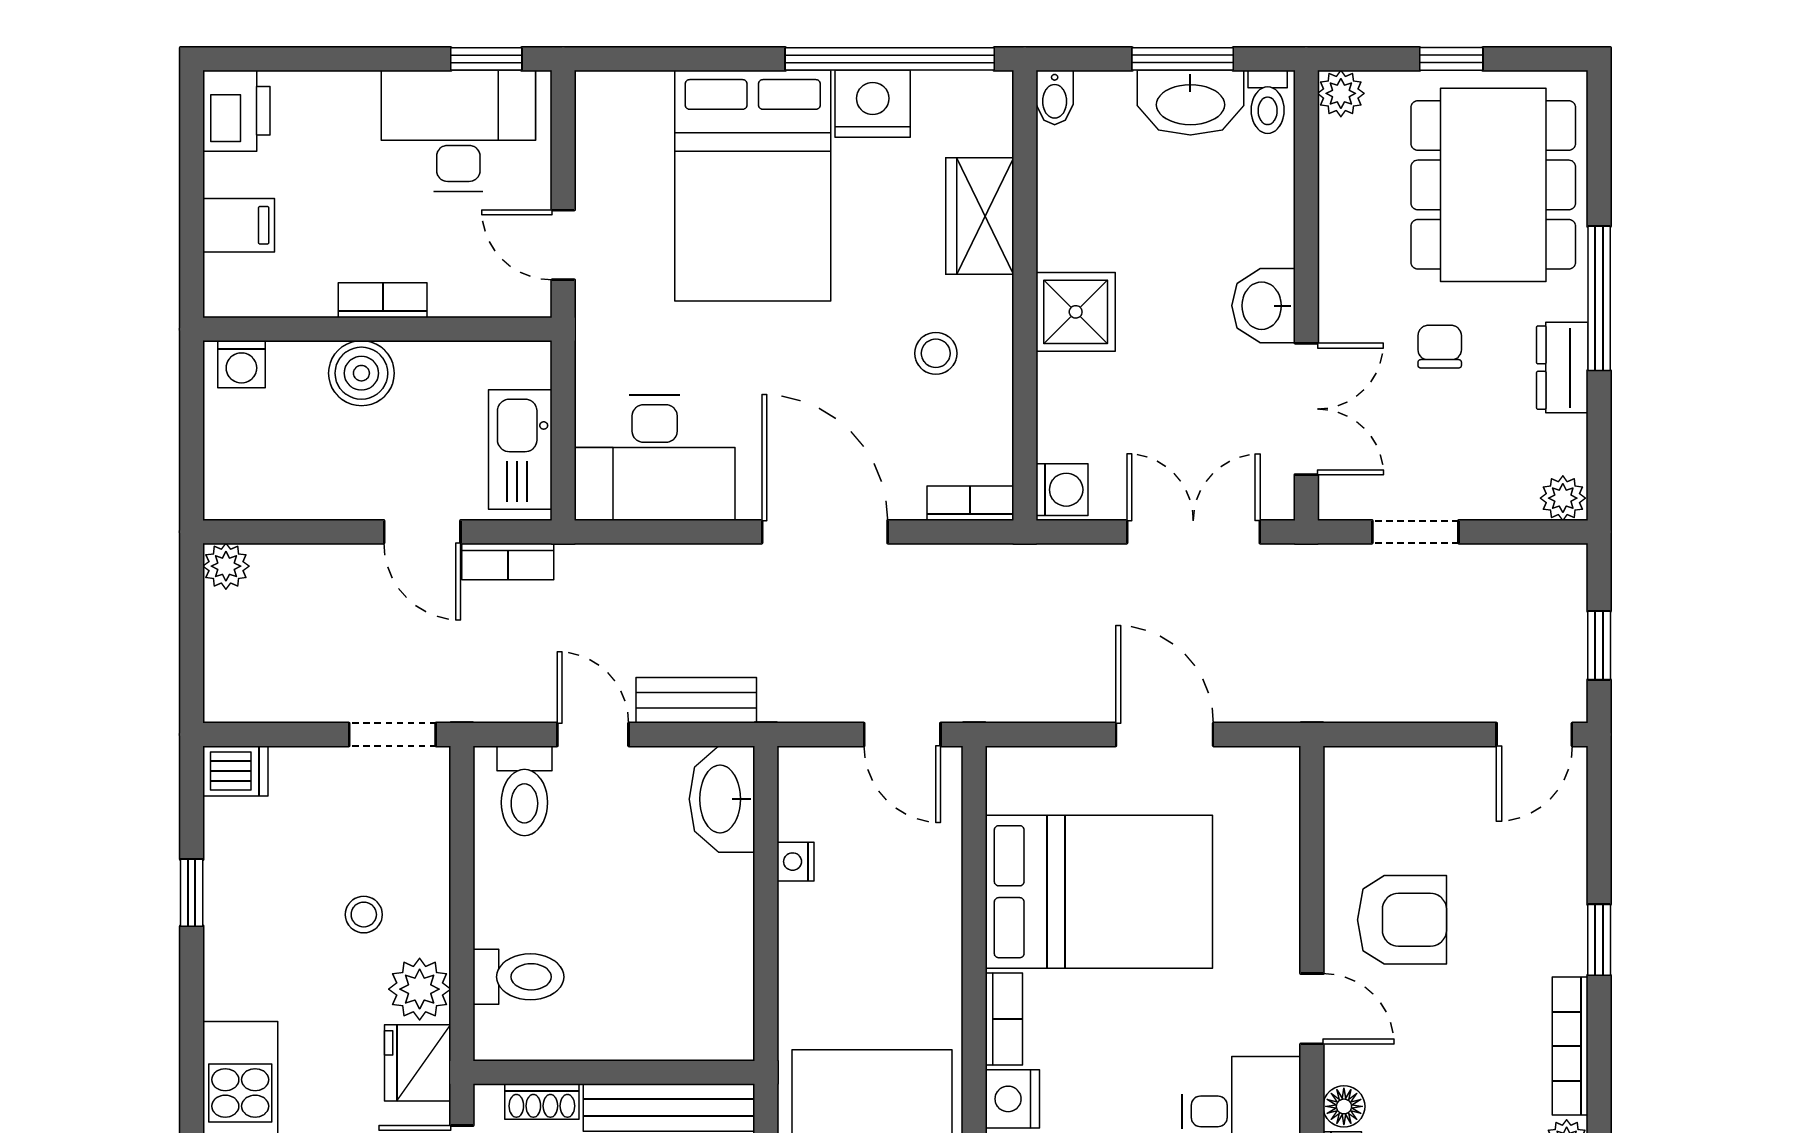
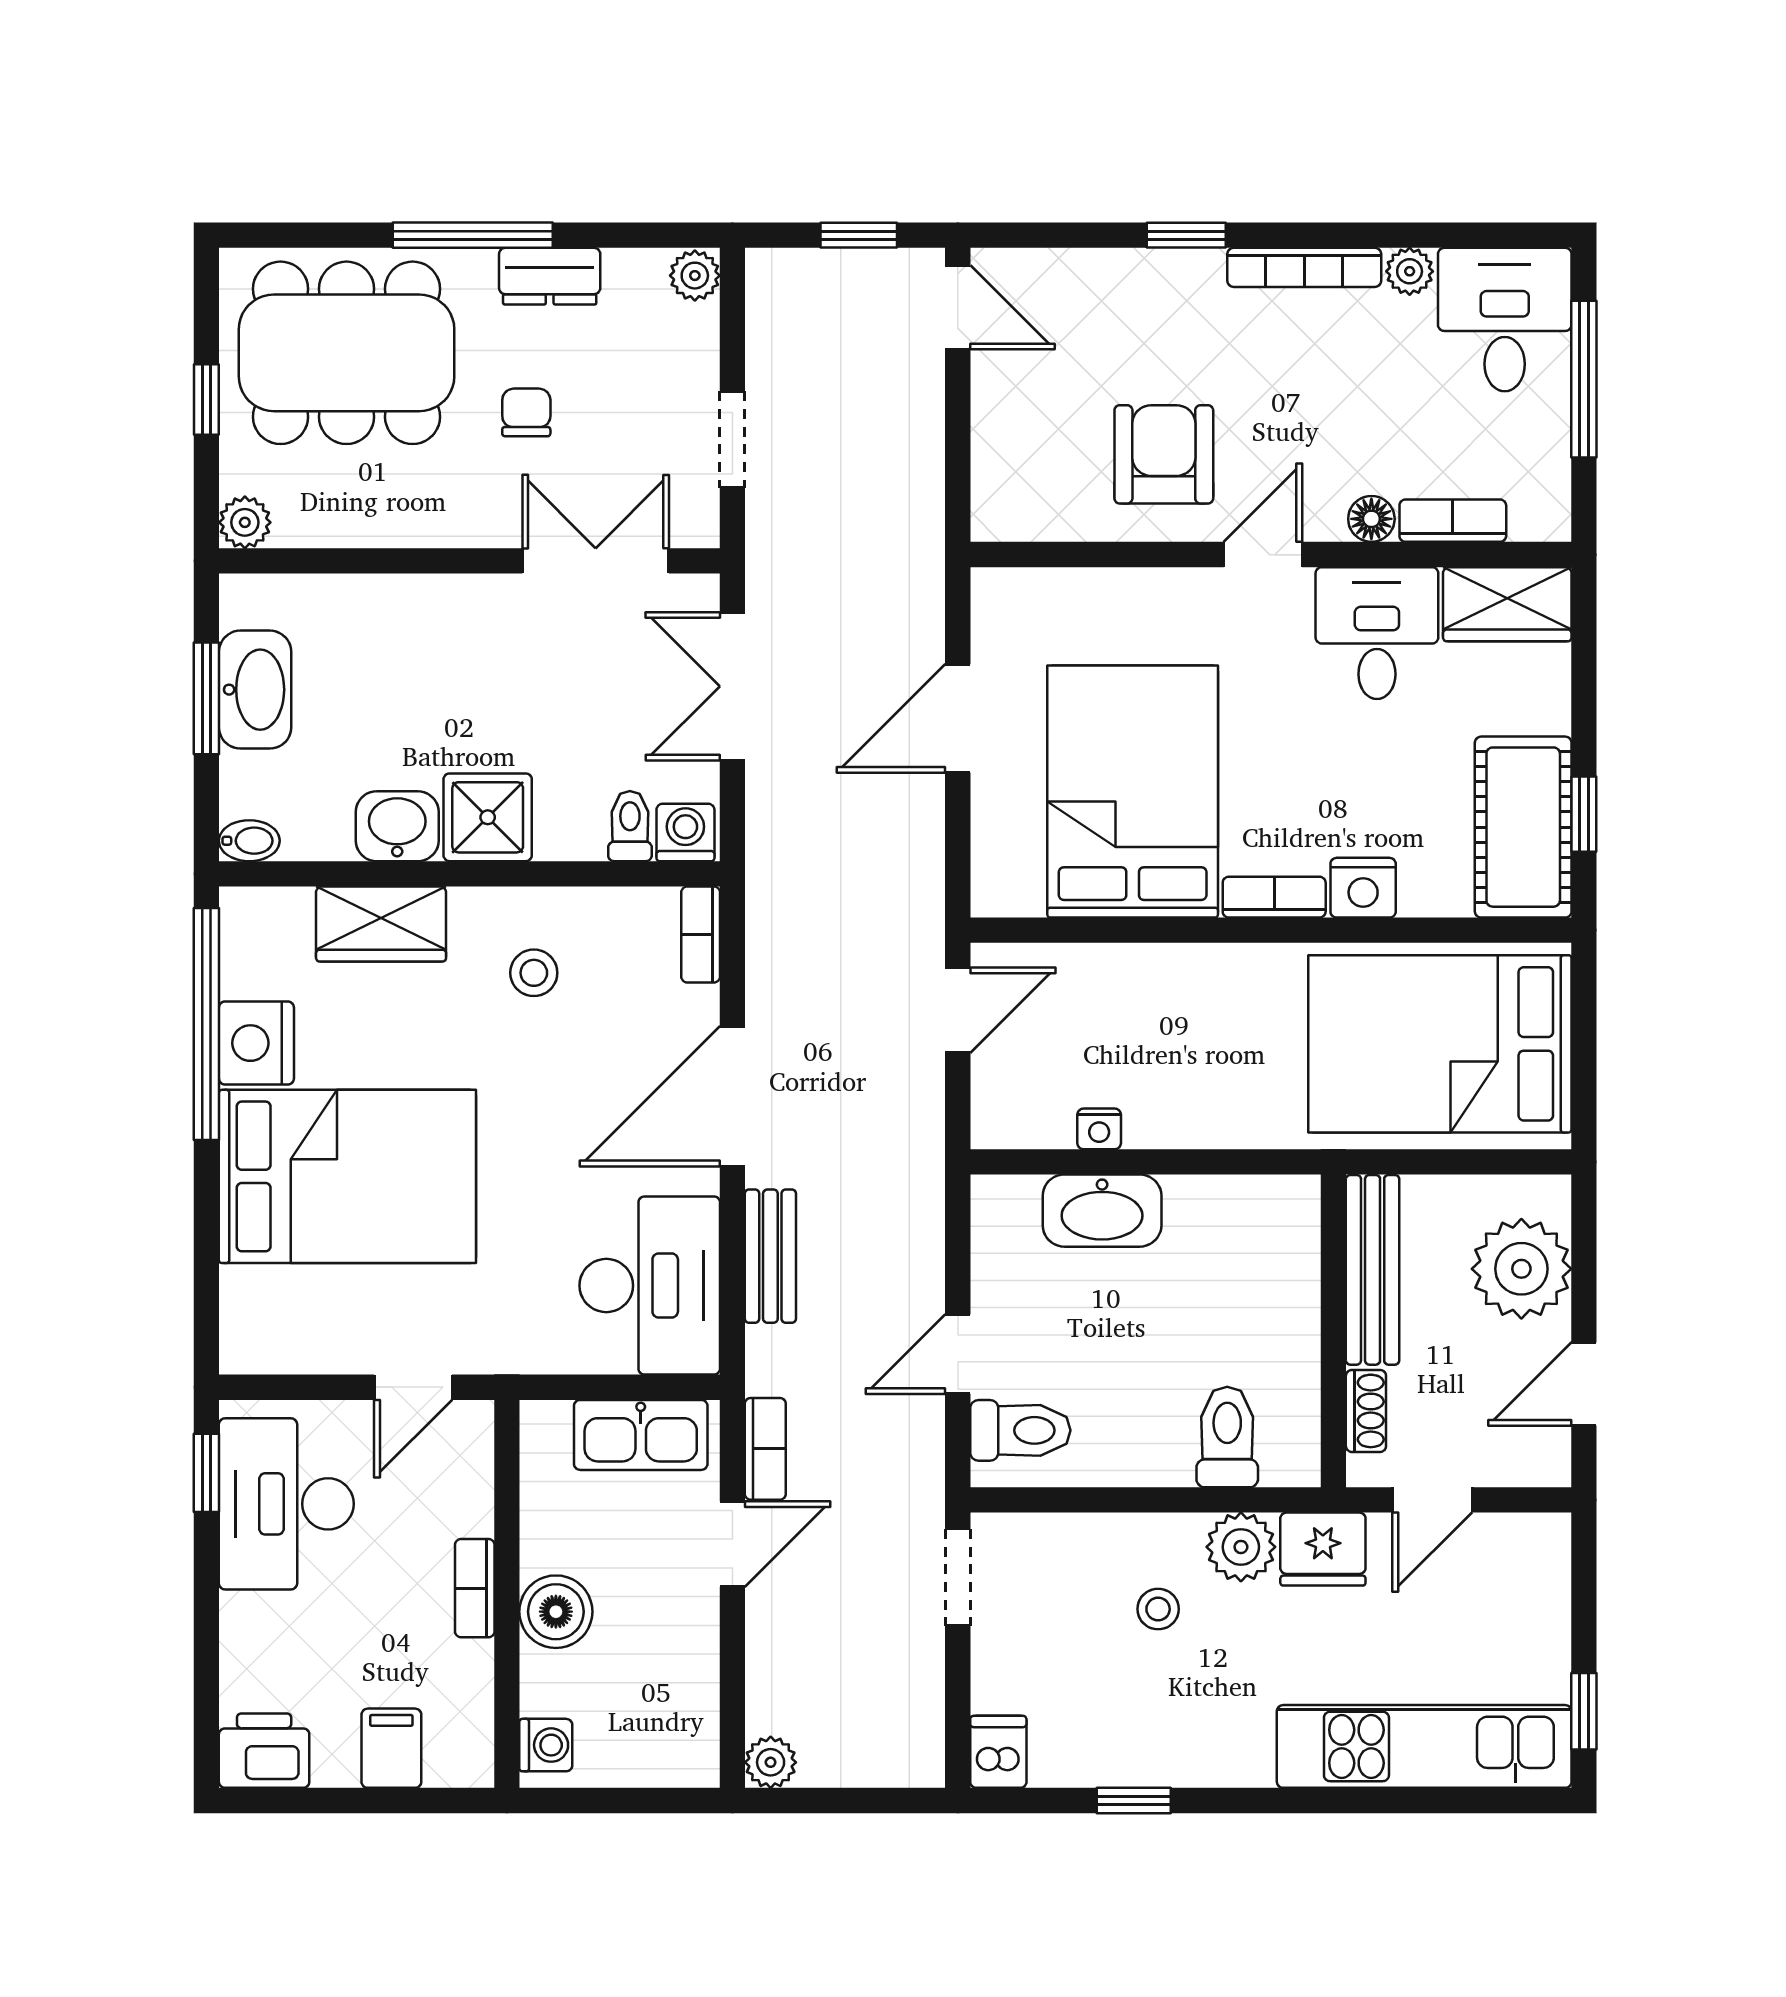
toilet: (1268, 102) -> (630, 826), moved, turned -90
washbasin: (1264, 306) -> (397, 826), moved, turned 180
chair: (1440, 347) -> (526, 412), turned 90
bench: (696, 700) -> (770, 1256), moved
washbasin: (722, 799) -> (1102, 1211), moved

